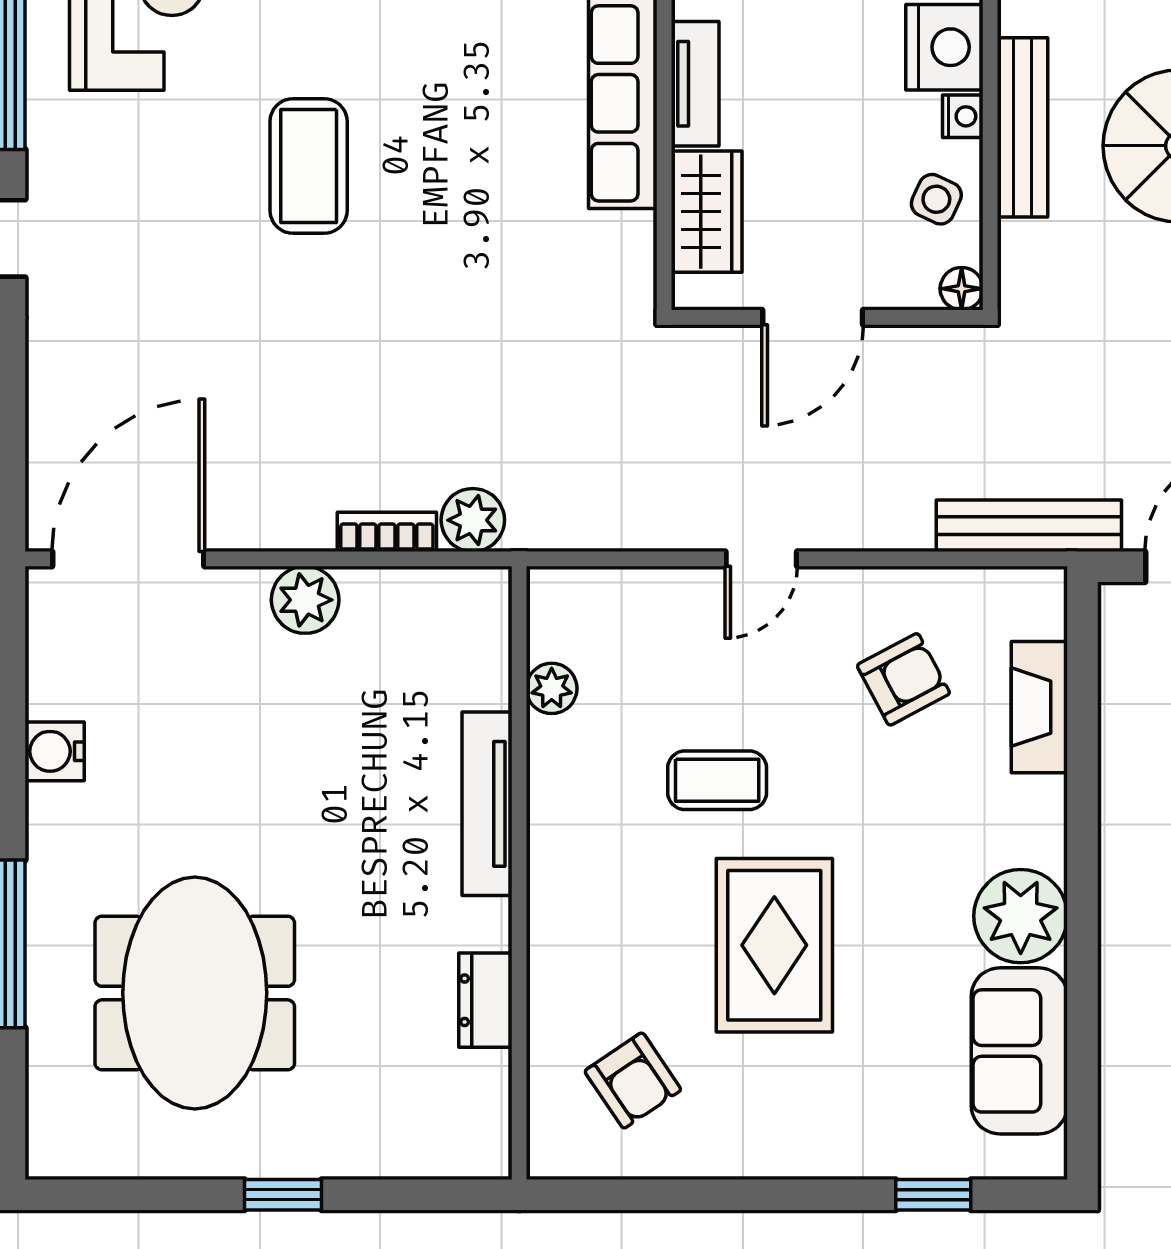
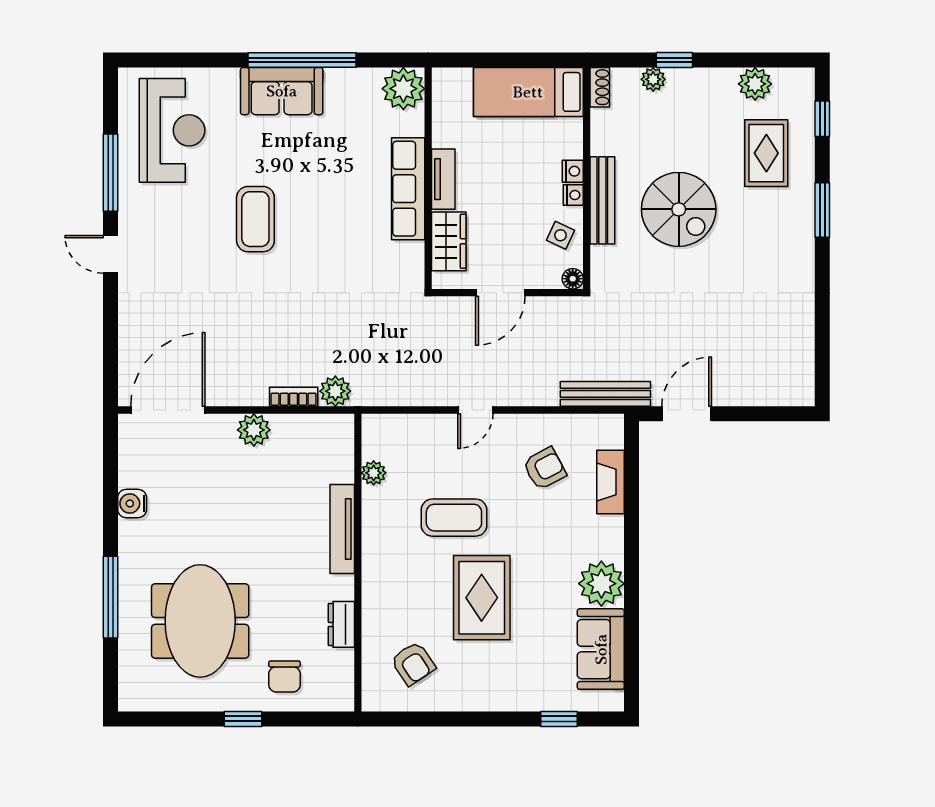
nightstand: (944, 47) -> (573, 171), width x0.53, depth x0.56
coffee table: (717, 780) -> (454, 518), width x1.36, depth x1.30
chair: (368, 1107) -> (285, 677), added

